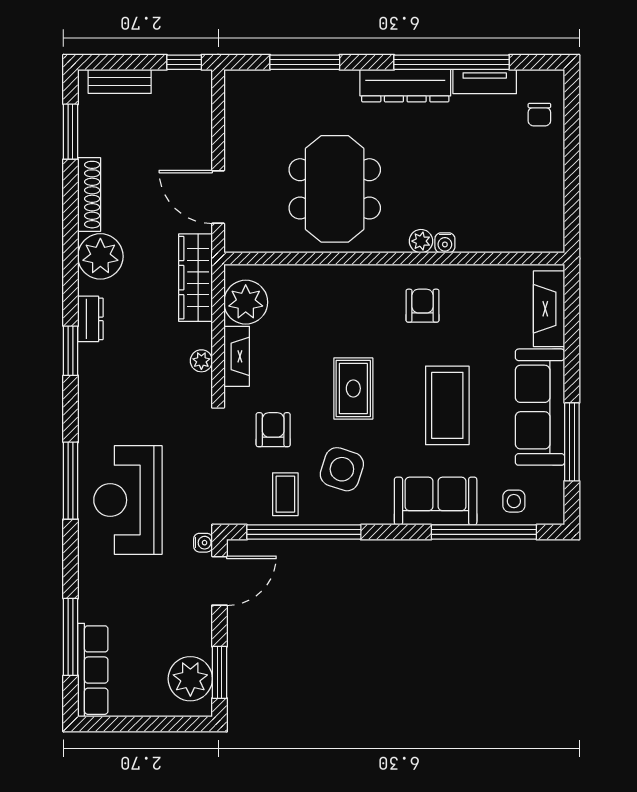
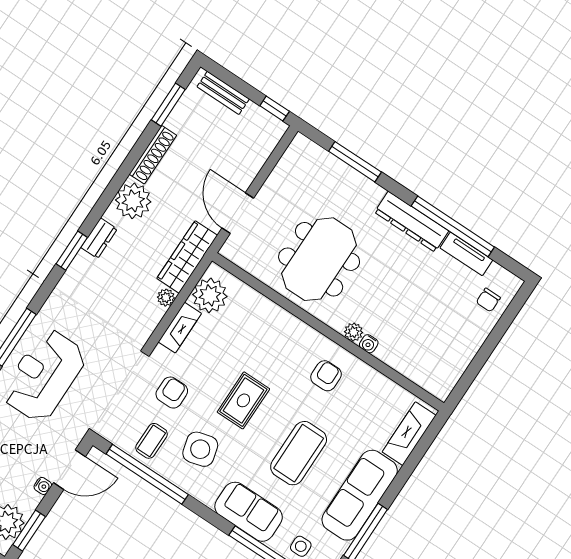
plant: (201, 361) -> (166, 298), moved
side table: (342, 469) -> (200, 449), turned -33
water cooler: (203, 543) -> (43, 486), moved

